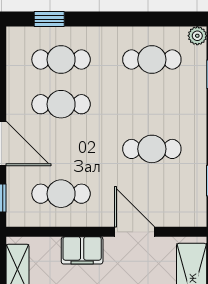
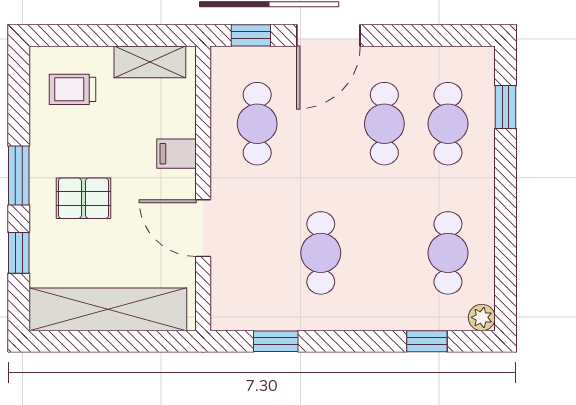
door: (134, 232) -> (203, 228), swing flipped
filing cabinet: (82, 250) -> (177, 154), width x0.50

